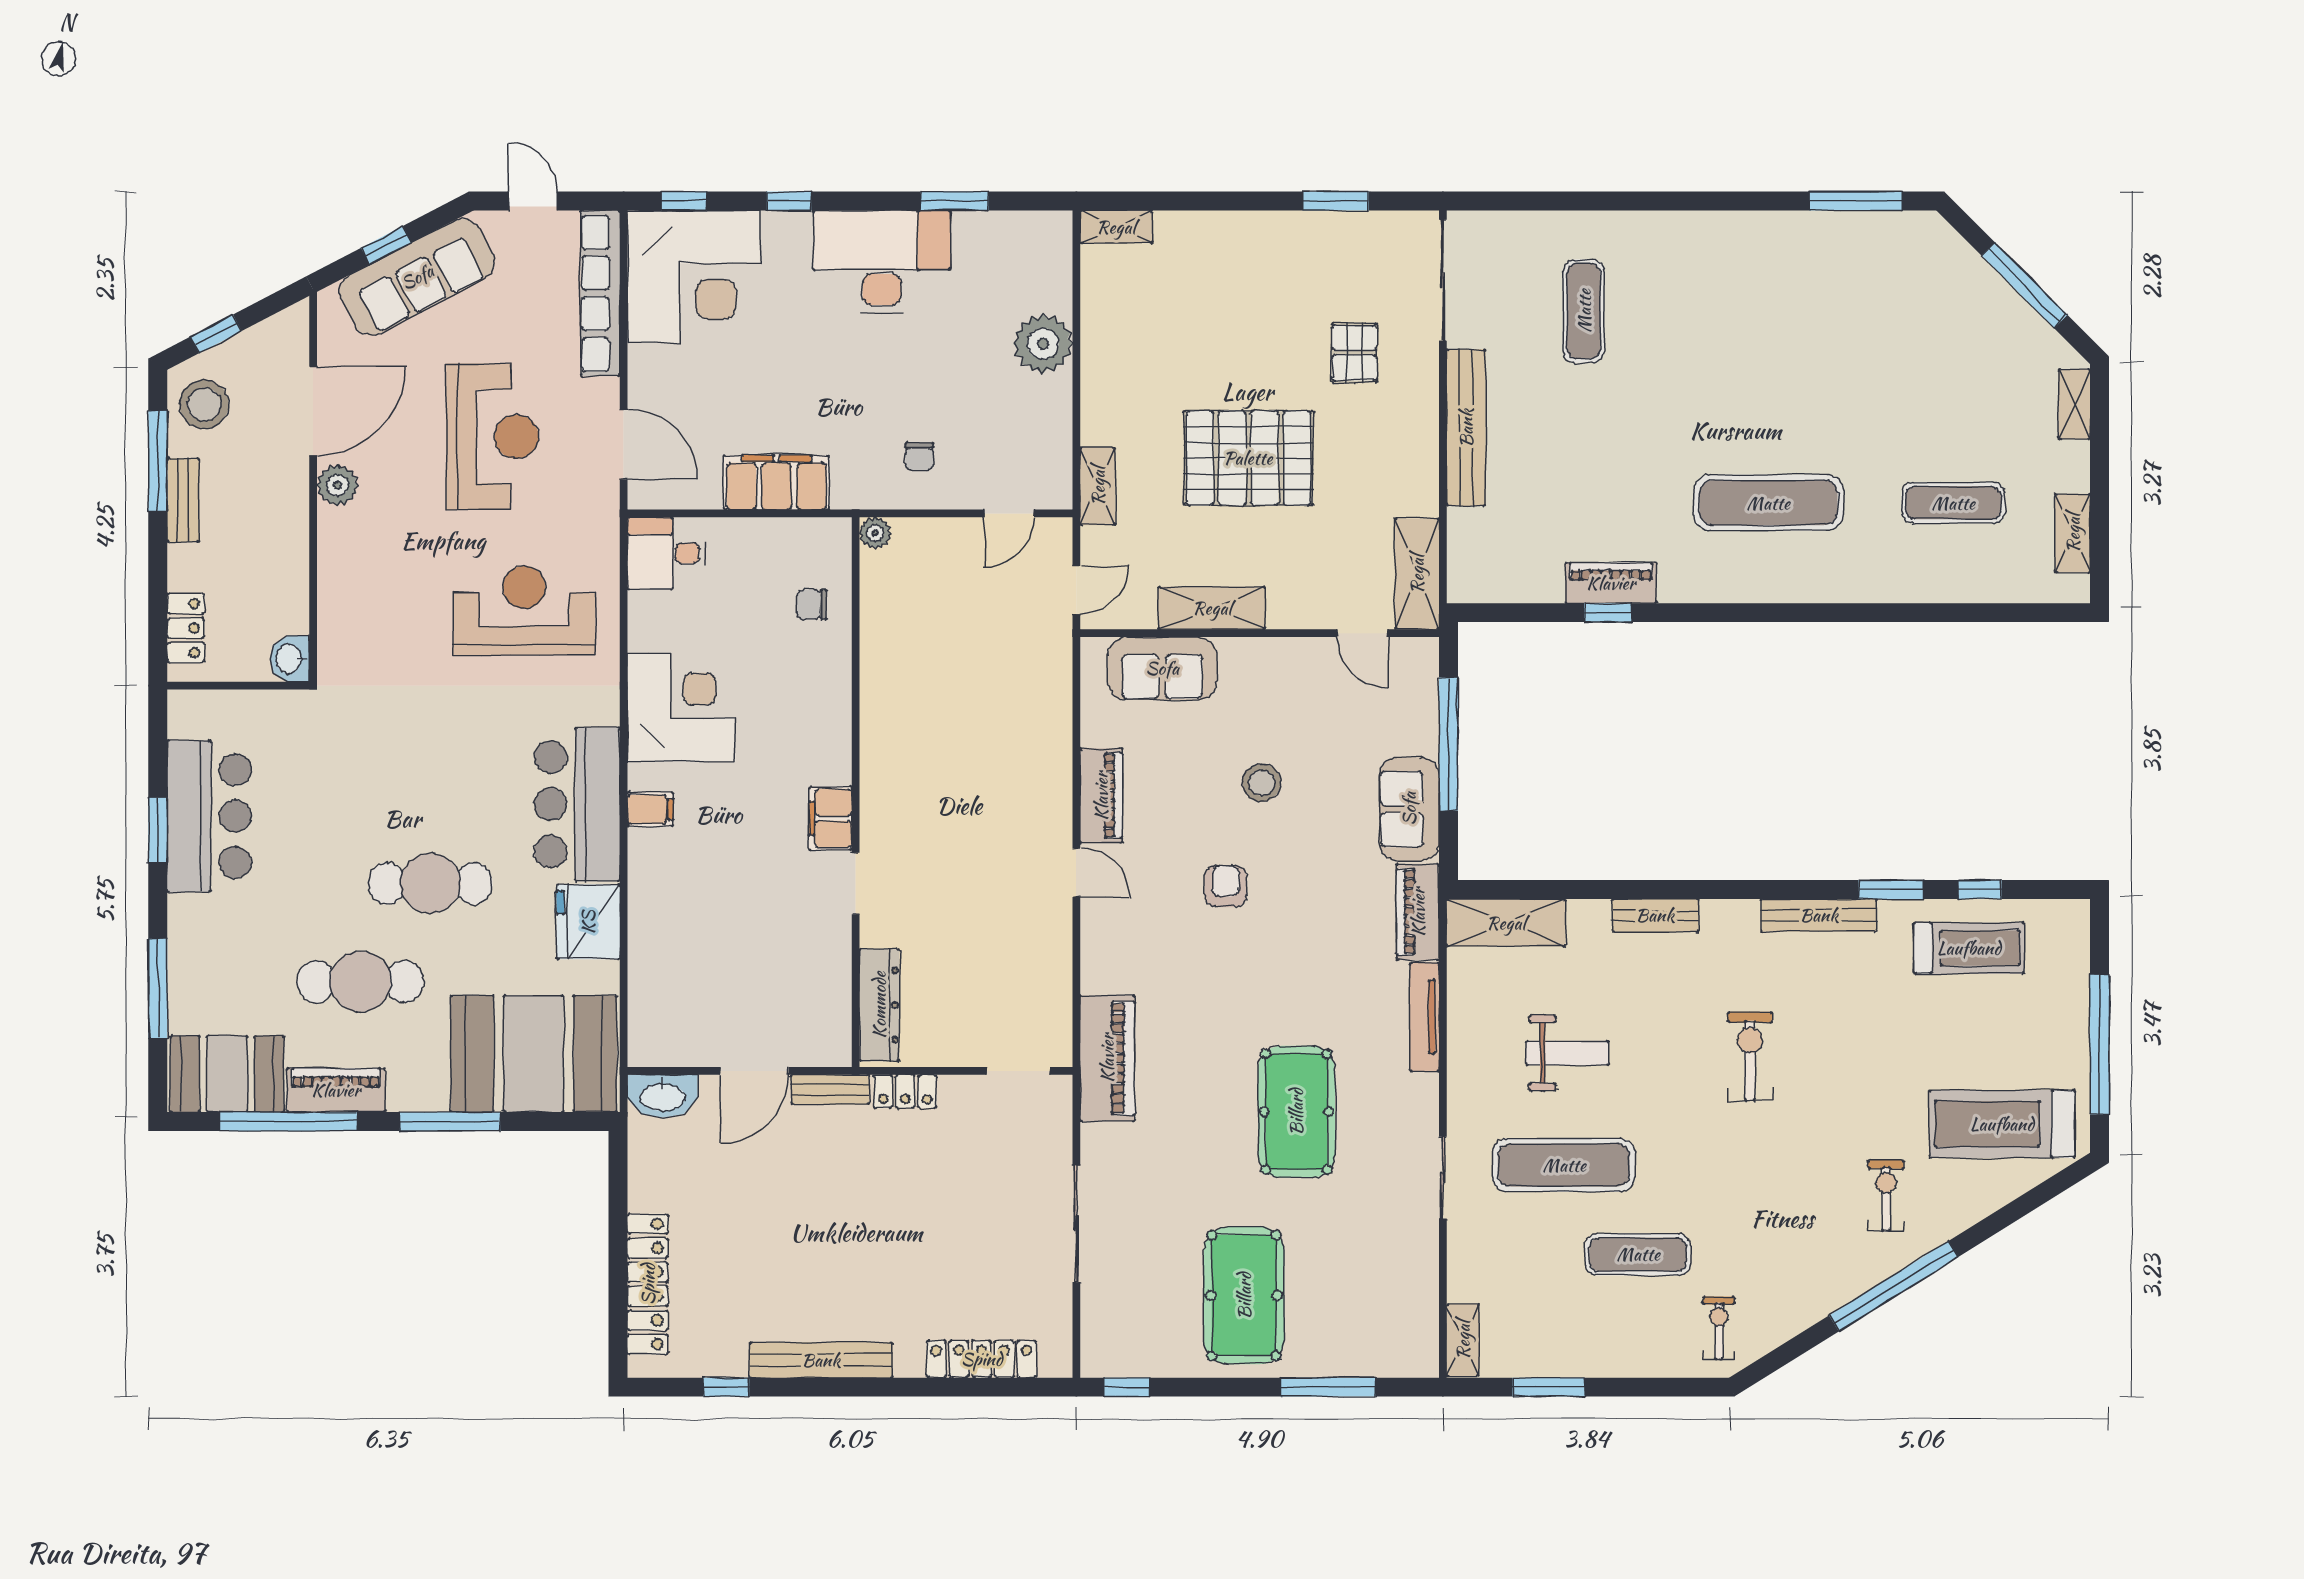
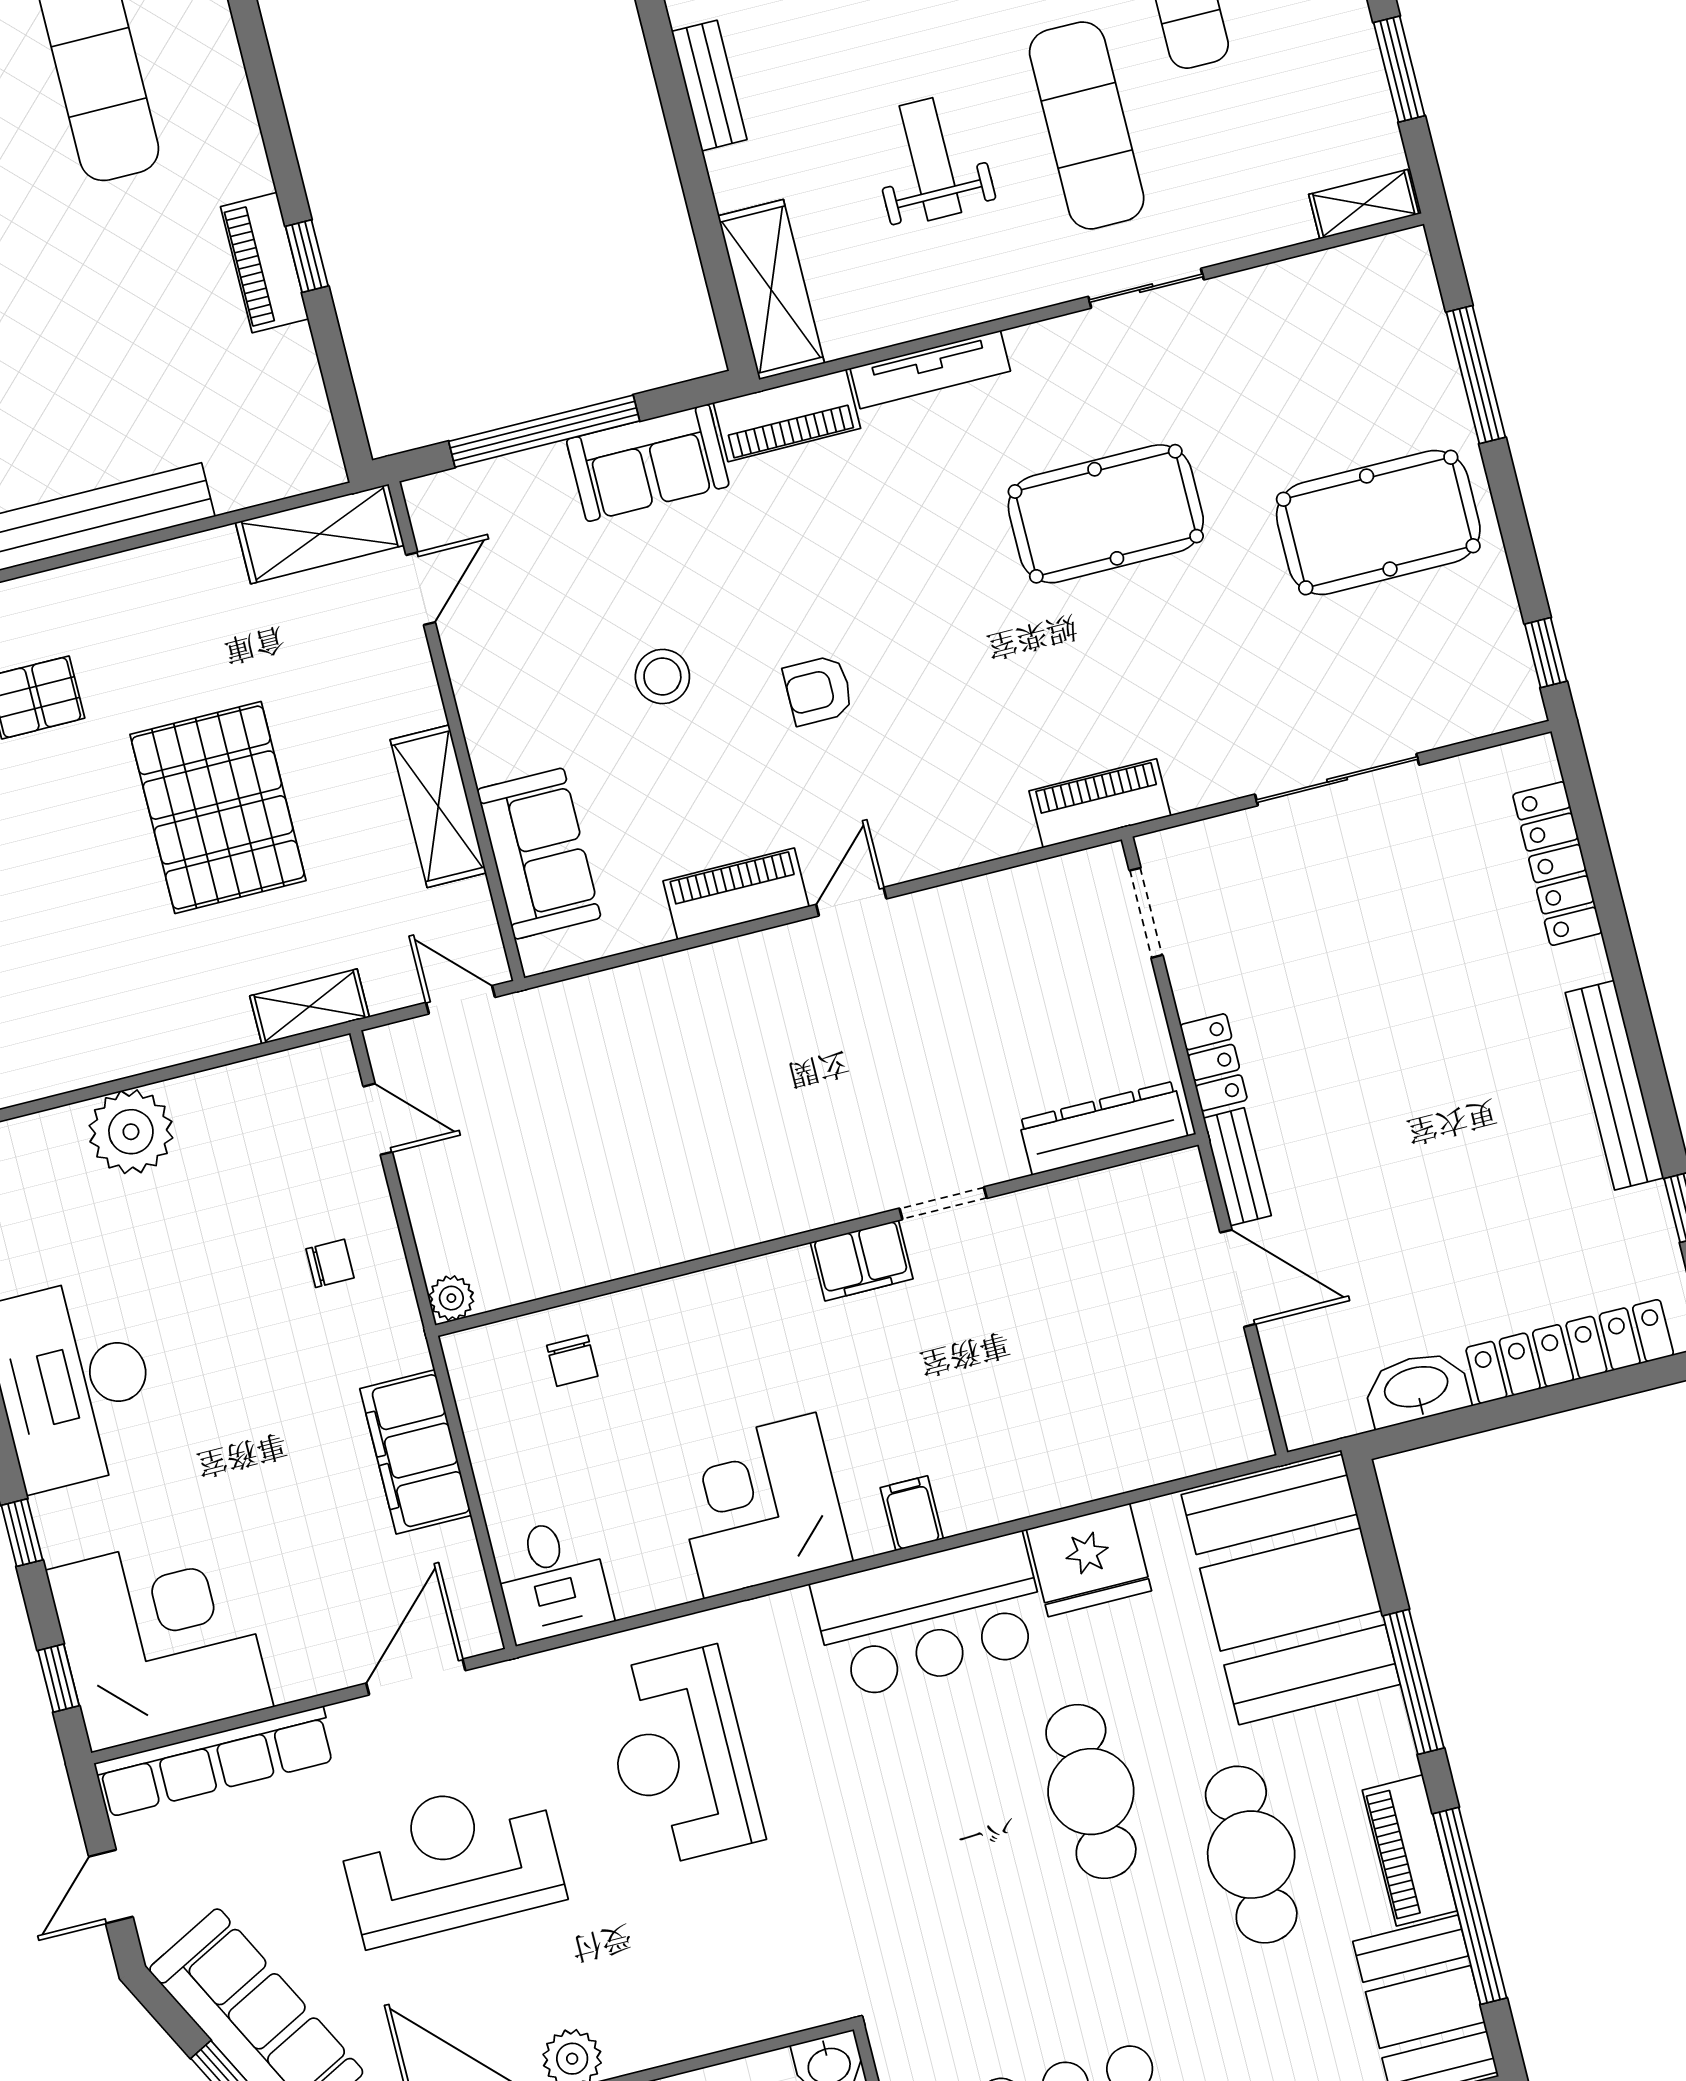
piano: (1107, 1058) -> (1100, 803), width x0.73, depth x0.75
washbasin: (663, 1096) -> (1417, 1389), moved, turned -90

